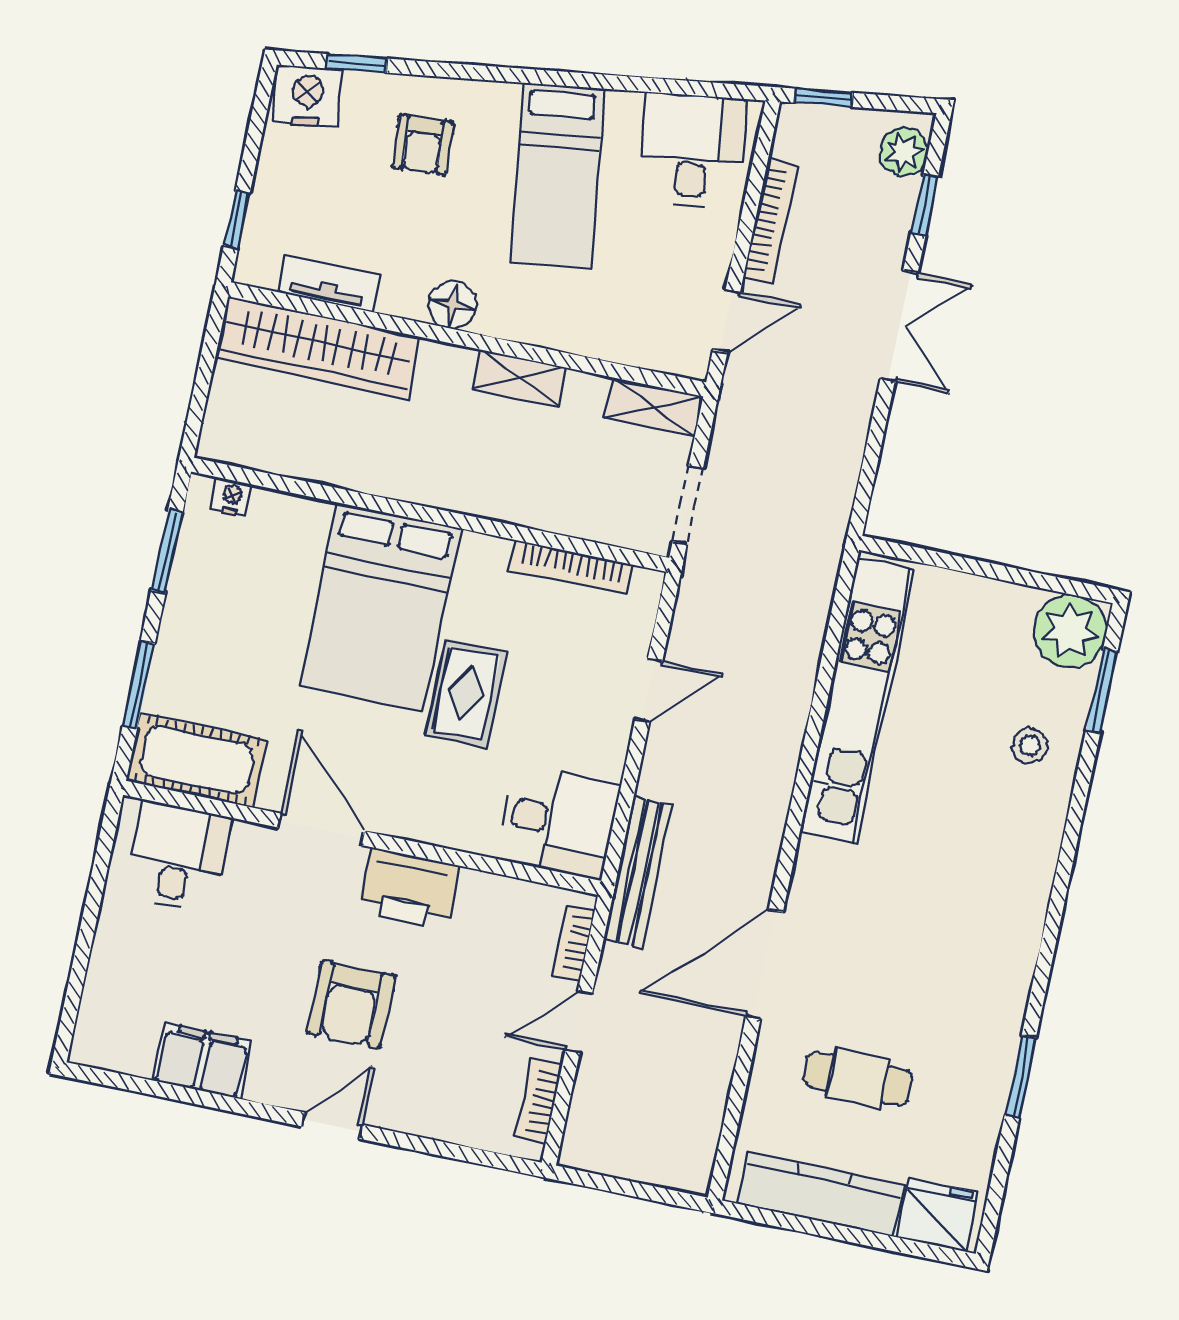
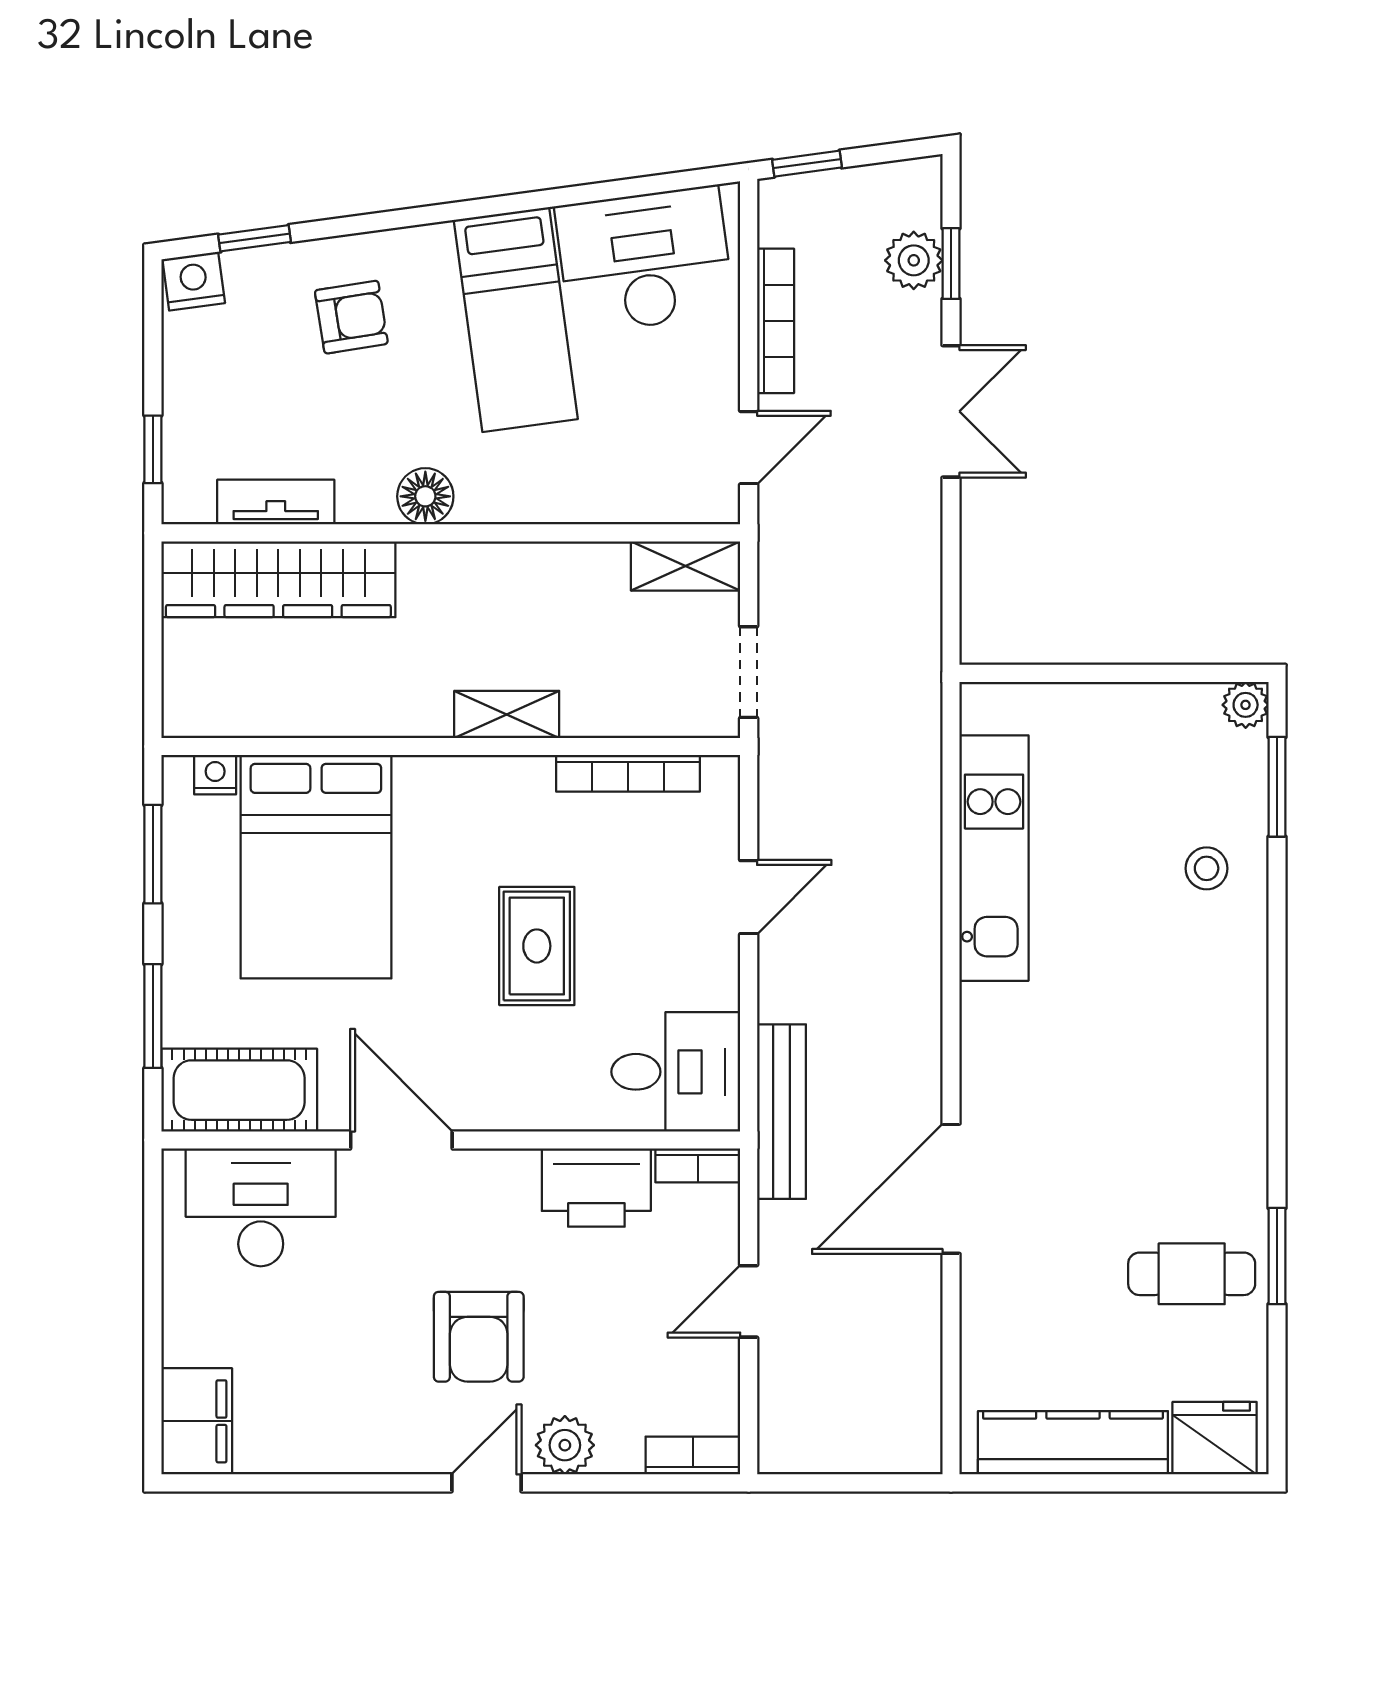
nightstand: (308, 96) -> (194, 281), width x0.74, depth x0.75
armchair: (423, 145) -> (351, 317), turned -95
desk: (692, 150) -> (645, 260), width x1.37
plant: (904, 152) -> (914, 260), moved
shelving: (520, 378) -> (507, 714), moved
bed: (380, 607) -> (316, 867), moved
plant: (1070, 631) -> (1246, 705), width x0.53, depth x0.53
kitchen unit: (857, 700) -> (994, 858), width x0.73
desk: (178, 857) -> (261, 1207), width x1.37
printer: (408, 888) -> (596, 1188), moved
bookcase: (574, 943) -> (698, 1165), moved, turned -90
filing cabinet: (202, 1061) -> (197, 1421), moved, turned 90
cafe table: (858, 1078) -> (1192, 1274), moved
bookcase: (539, 1101) -> (693, 1455), moved, turned 90
plant: (403, 1108) -> (565, 1445), added

